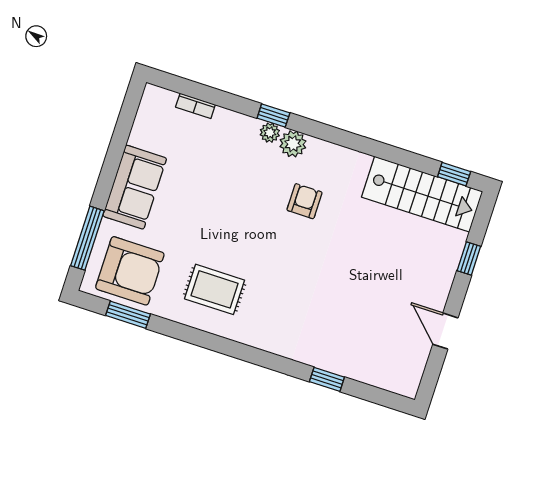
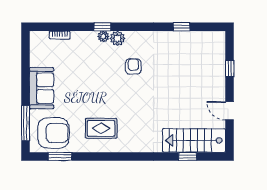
window: (454, 174) -> (181, 27), moved
stairs: (422, 194) -> (194, 140), moved, turned 180
window: (327, 379) -> (188, 156), moved

